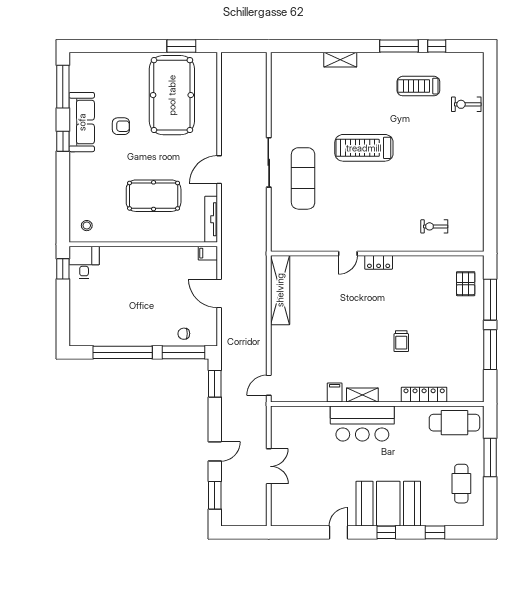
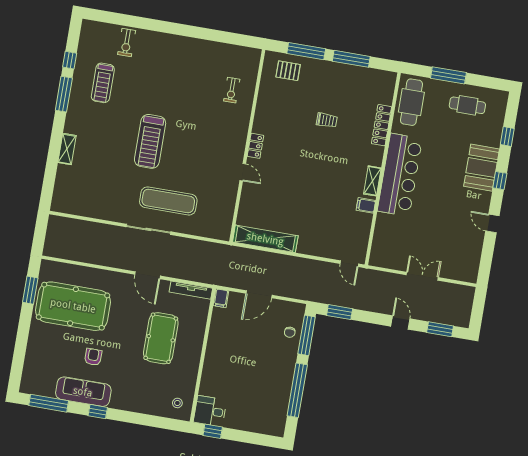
trolley: (401, 341) -> (327, 120), moved
bar counter: (362, 424) -> (400, 175), width x1.36
booth: (388, 504) -> (482, 168), width x0.73, depth x0.70

